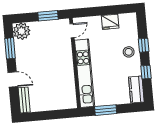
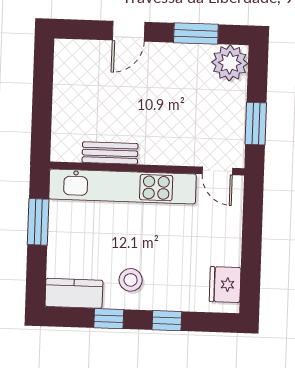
fridge: (110, 22) -> (225, 285), moved
stool: (129, 52) -> (131, 280), moved
bench: (24, 100) -> (110, 153), moved

